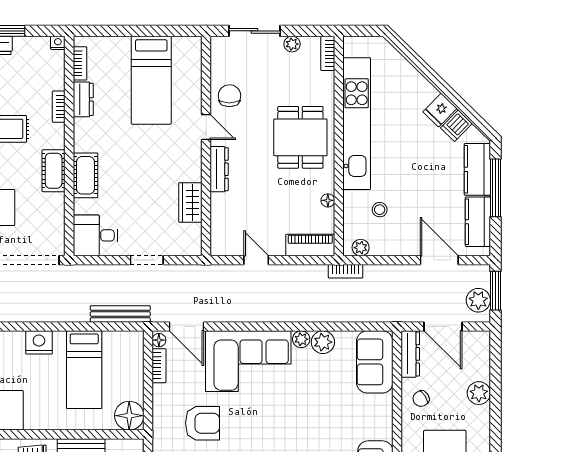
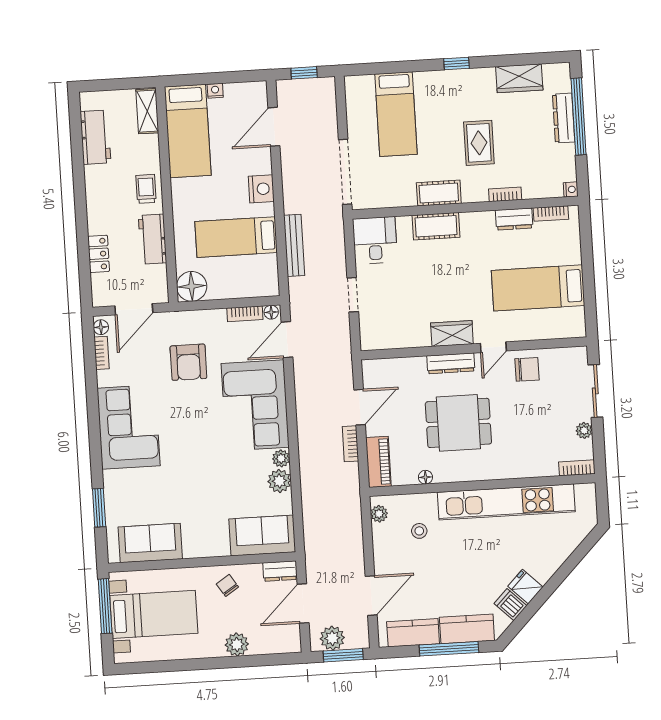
dining table: (300, 137) -> (458, 423), moved
wardrobe: (190, 202) -> (452, 334), moved
door: (256, 260) -> (360, 407), width x1.37
bookcase: (346, 271) -> (350, 444), moved
bench: (120, 314) -> (294, 245), moved
dresser: (410, 354) -> (280, 571), width x0.70

